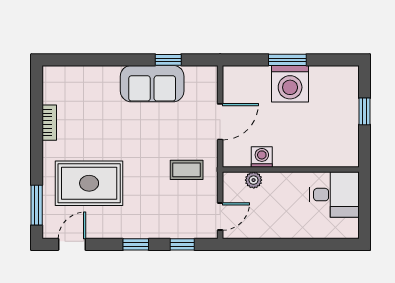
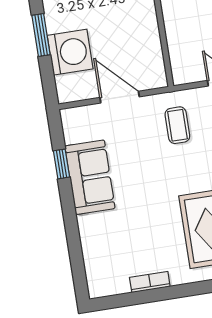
washing machine: (290, 84) -> (70, 52), moved
washing machine: (262, 157) -> (151, 46), removed
plant: (254, 180) -> (177, 51), removed

